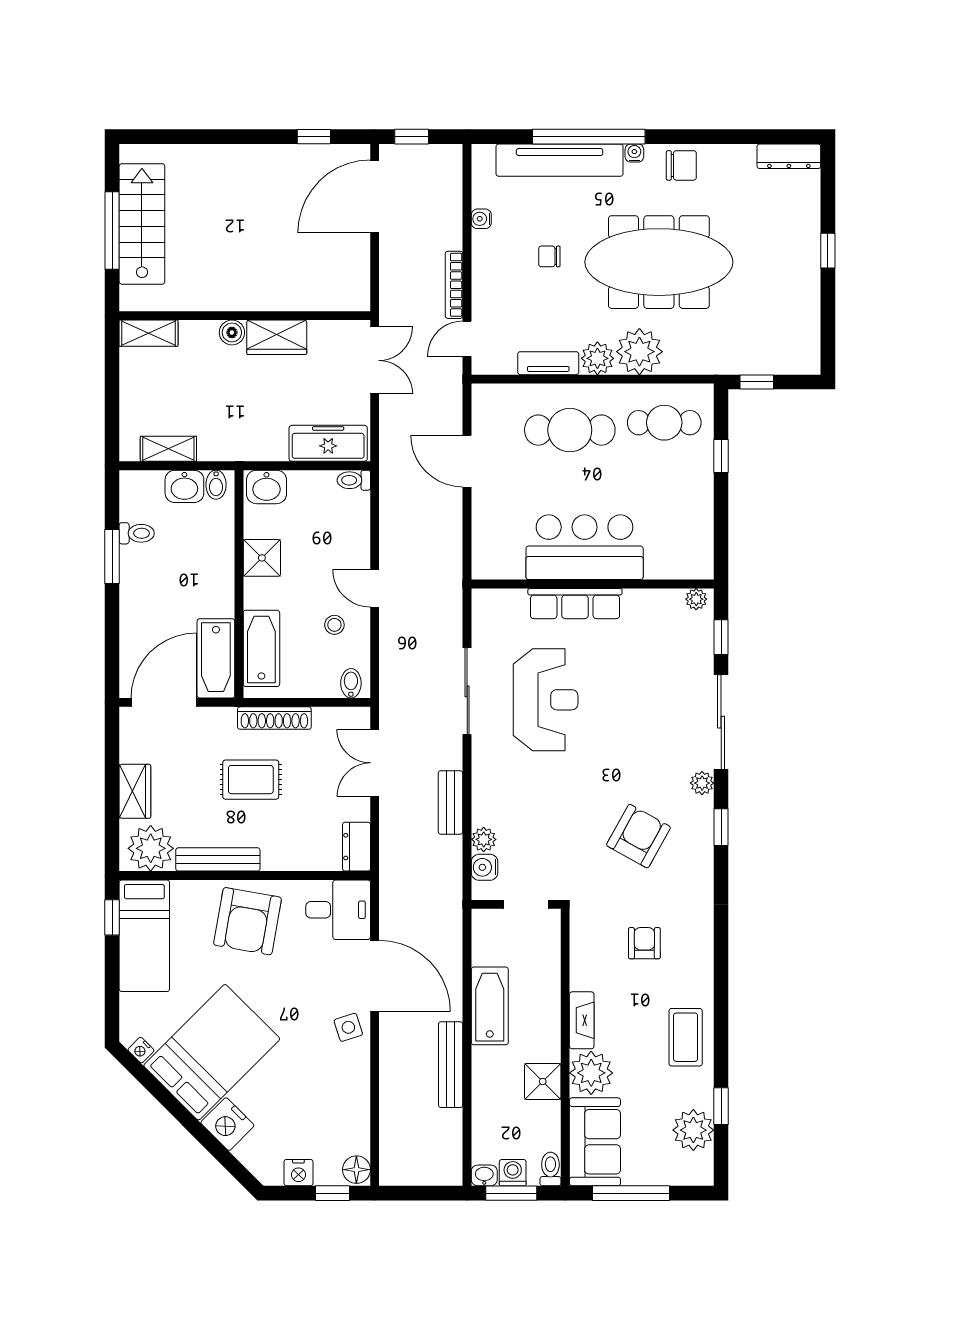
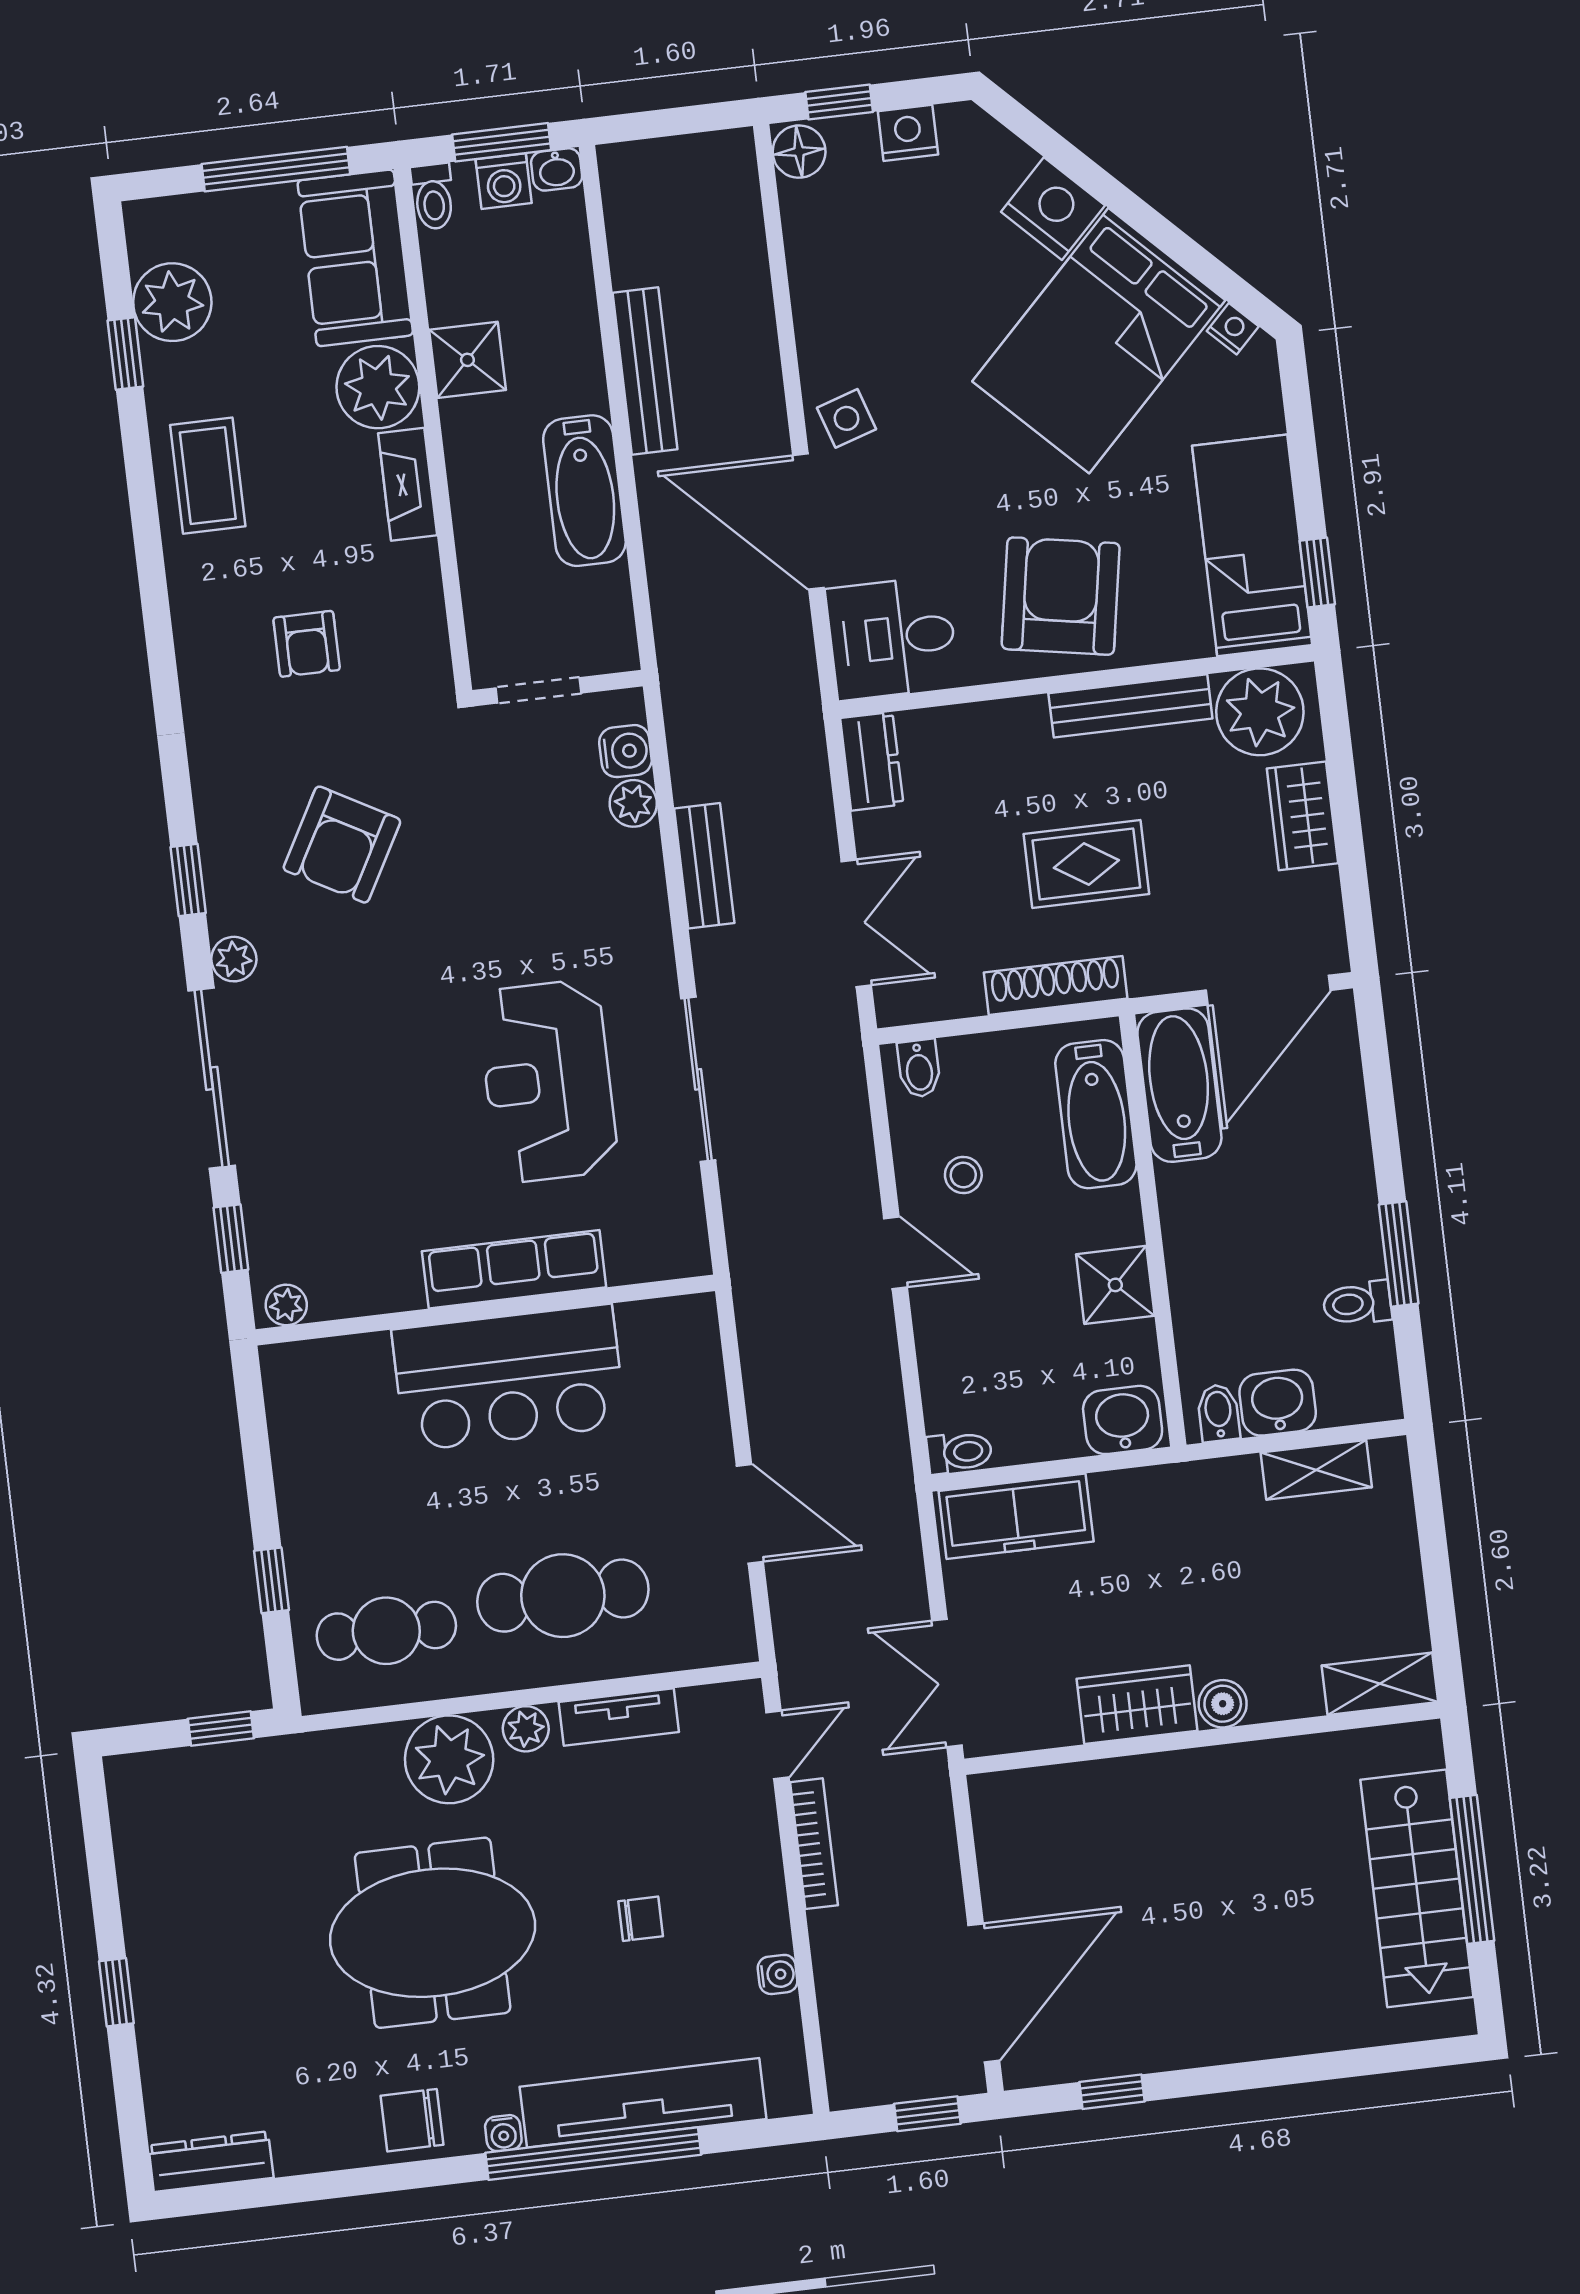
meeting table: (659, 262) -> (433, 1933), width x0.73
plant: (597, 358) -> (526, 1729), width x0.73, depth x0.73

